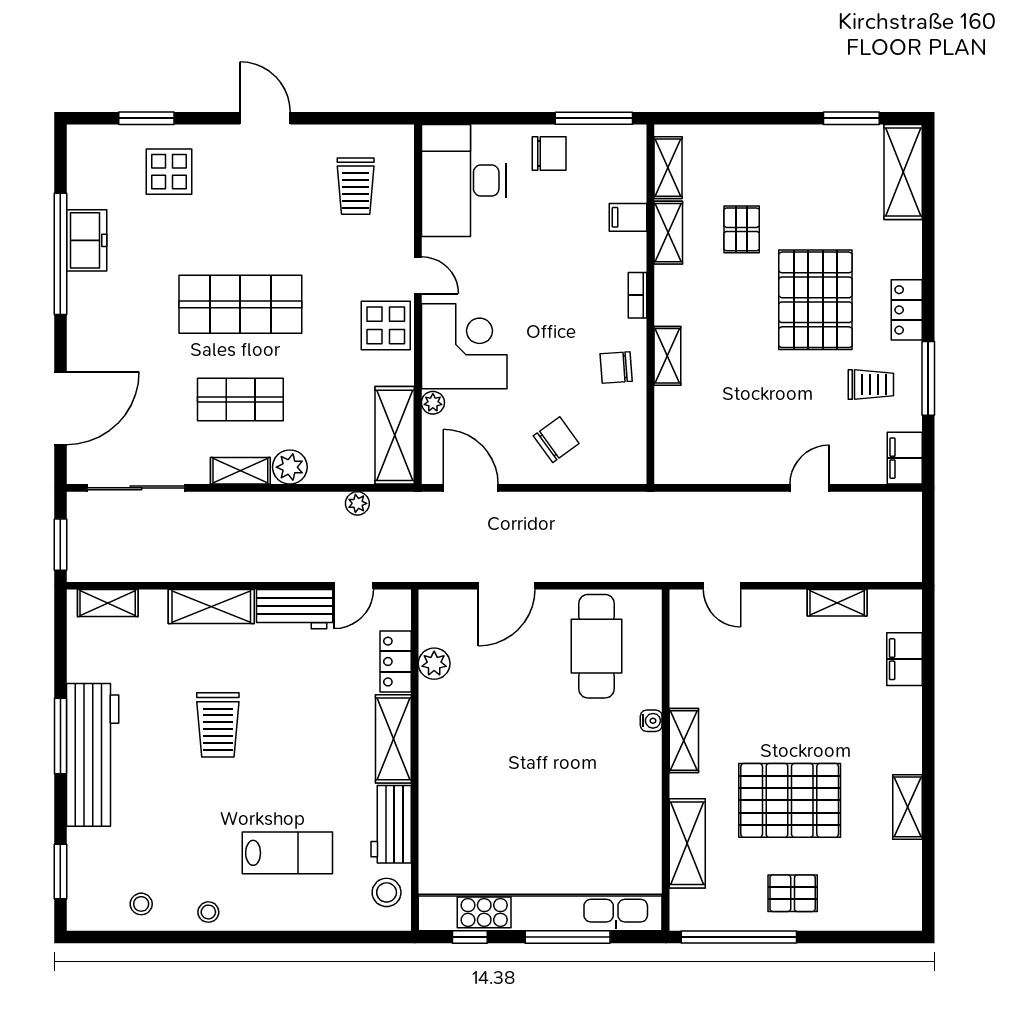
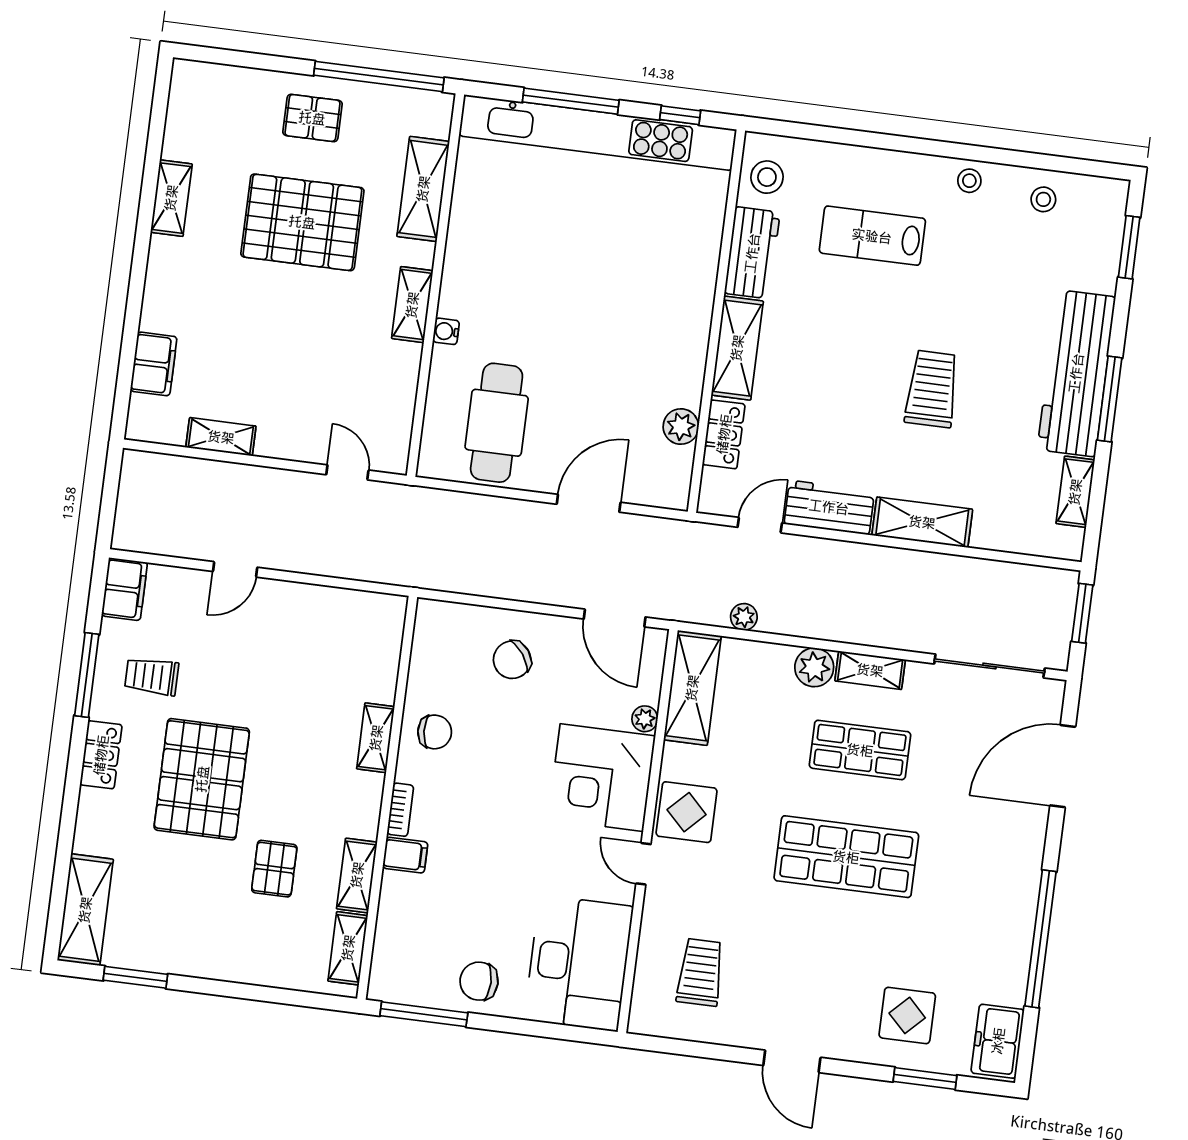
filing cabinet: (628, 217) -> (405, 855), moved
freezer: (87, 240) -> (998, 1041), moved
shelving: (108, 603) -> (1075, 492), moved, turned 90

